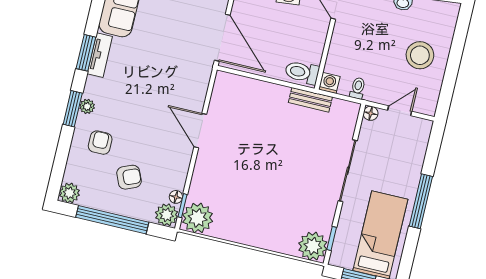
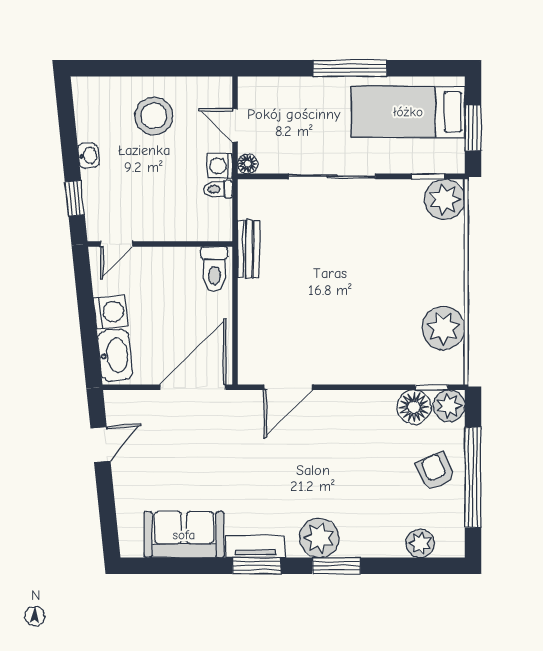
washing machine: (329, 83) -> (220, 166), moved
plant: (87, 106) -> (319, 538), width x1.88, depth x1.88
door: (200, 131) -> (288, 387), moved
armchair: (100, 143) -> (373, 518), removed
armchair: (129, 177) -> (435, 472), moved
plant: (69, 193) -> (420, 543), moved
floor lamp: (176, 197) -> (414, 407), width x1.89, depth x1.89
plant: (198, 218) -> (443, 328), moved

